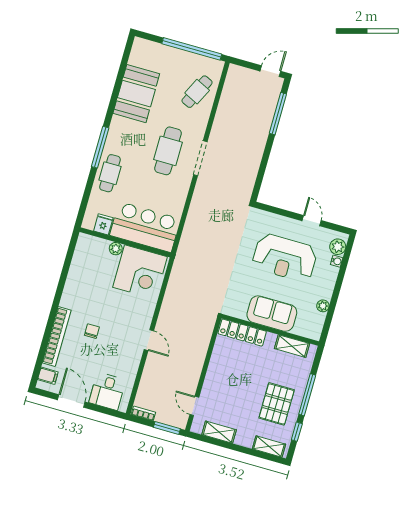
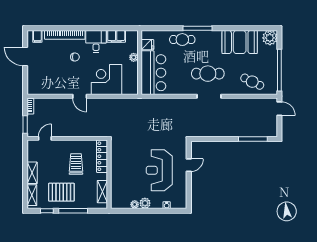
plant: (142, 49) -> (270, 38), added
door: (270, 71) -> (279, 109), moved
door: (312, 221) -> (189, 165), moved
plant: (338, 247) -> (145, 203), moved
filing cabinet: (79, 265) -> (116, 36), added
corner desk: (140, 272) -> (106, 79), moved, turned 90
sofa: (272, 314) -> (120, 172), removed
door: (149, 340) -> (80, 96), hinge flipped
trolley: (243, 372) -> (76, 164), added
desk: (107, 391) -> (96, 41), moved, turned 90
door: (71, 401) -> (25, 56), swing flipped
shelving: (219, 432) -> (32, 173), moved

